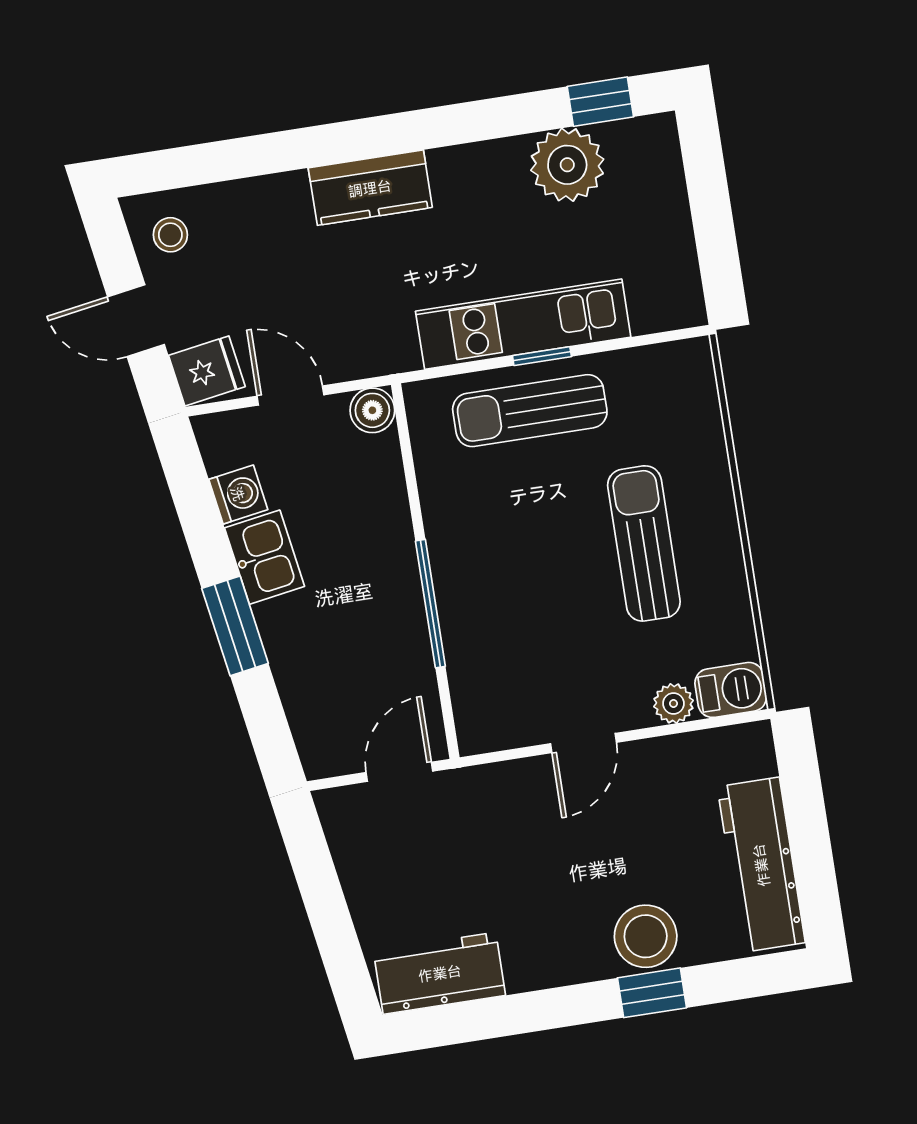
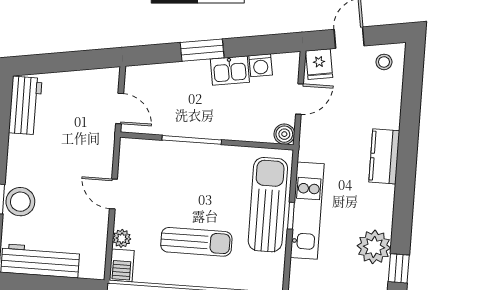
sun lounger: (530, 411) -> (268, 205), width x1.36, depth x1.34

